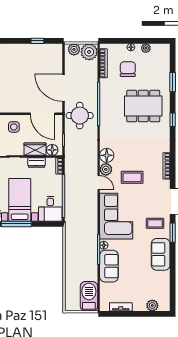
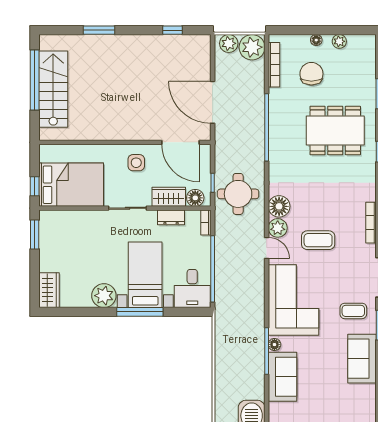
round table: (80, 116) -> (238, 194), moved

